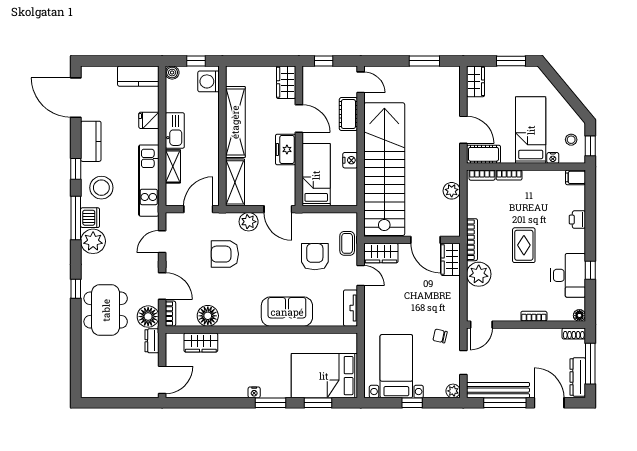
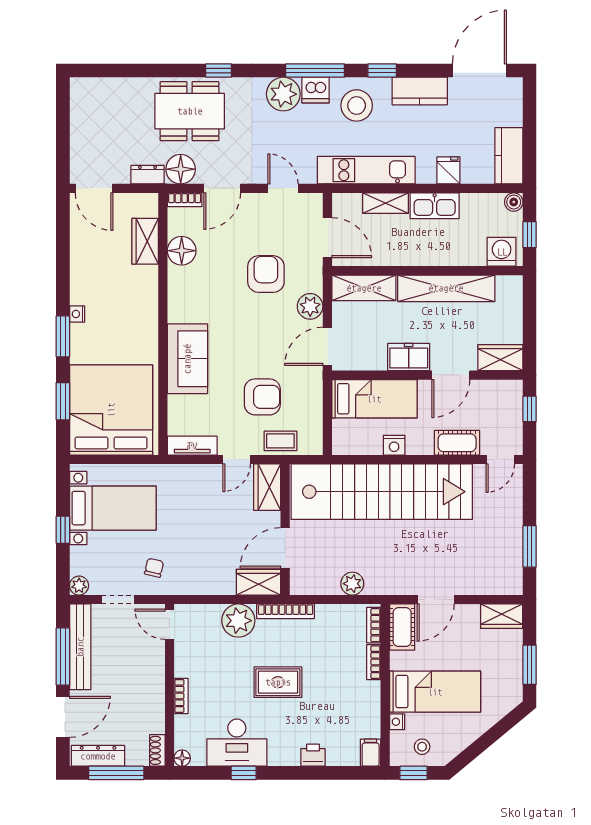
bed: (324, 376) -> (111, 410), width x1.36

